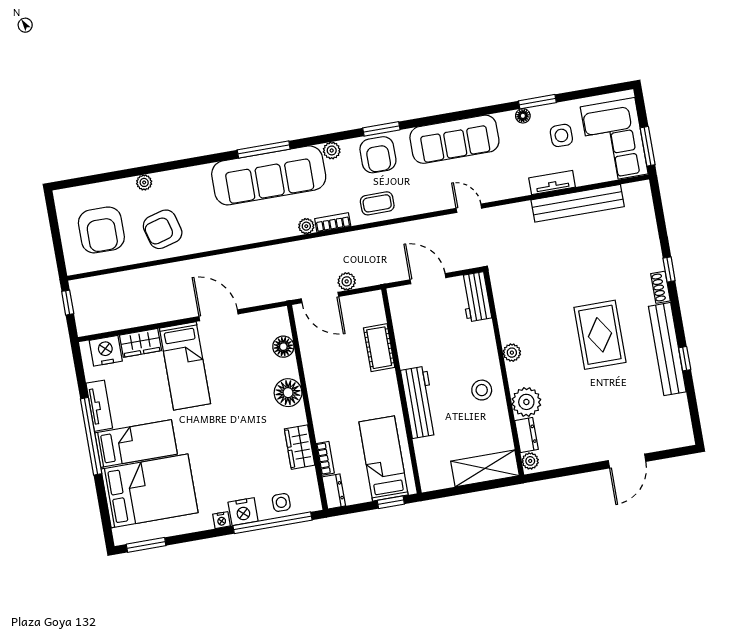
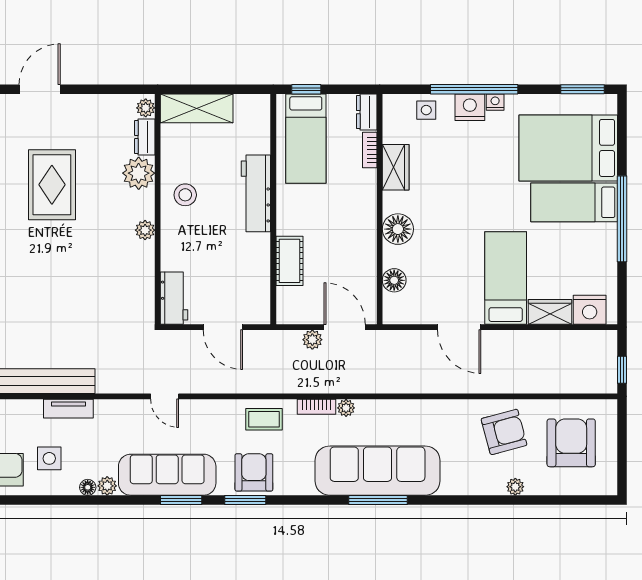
window: (537, 102) -> (181, 500), moved
plant: (332, 150) -> (107, 486), moved
rug: (600, 335) -> (52, 185), moved
tv unit: (99, 406) -> (607, 251), removed
window: (273, 523) -> (474, 89), moved

